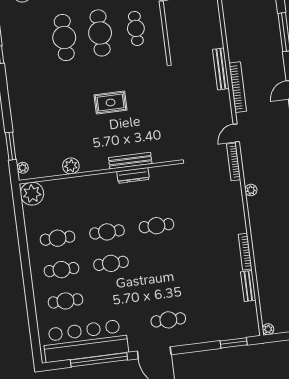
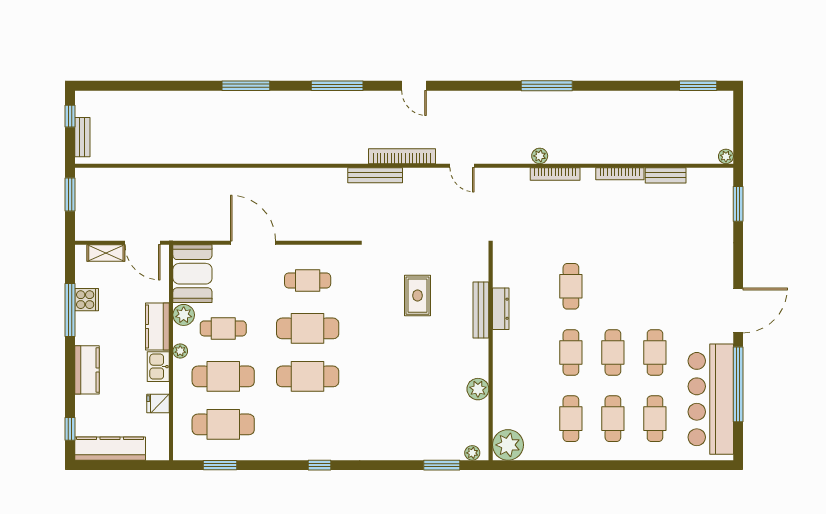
rug: (111, 103) -> (417, 296), moved
bookcase: (234, 162) -> (555, 174), moved
cafe table: (168, 320) -> (655, 352), moved

